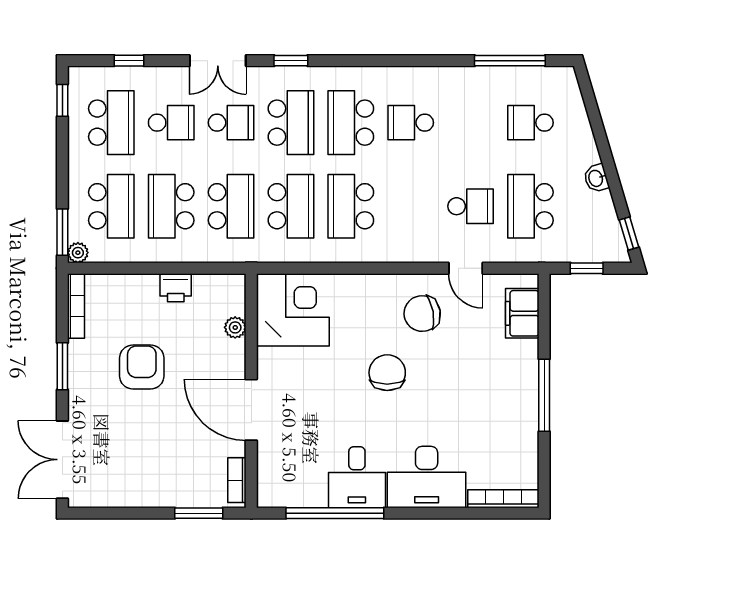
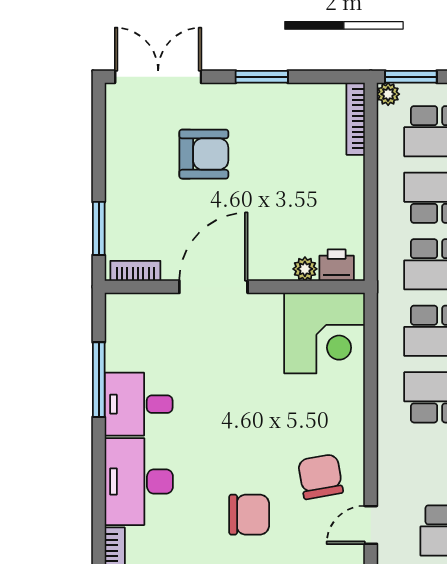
printer: (176, 288) -> (337, 265), moved, turned 90
bookcase: (76, 306) -> (356, 119), moved, turned 90
armchair: (142, 367) -> (204, 154), moved
chair: (387, 373) -> (249, 515), moved
window: (335, 513) -> (99, 380), width x0.68

